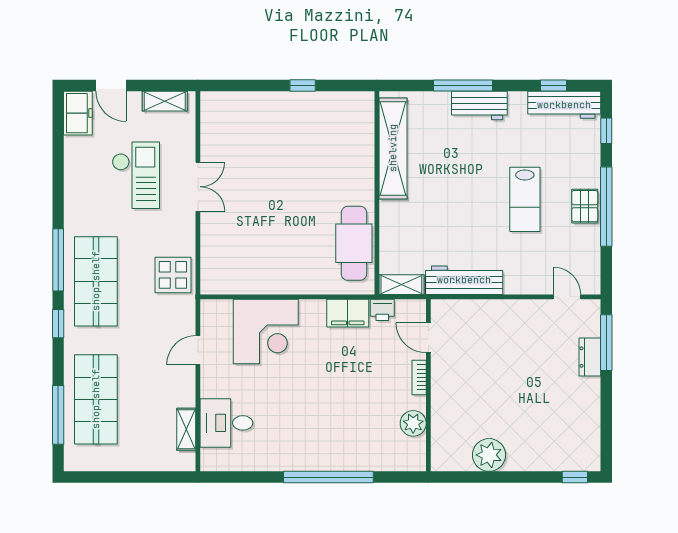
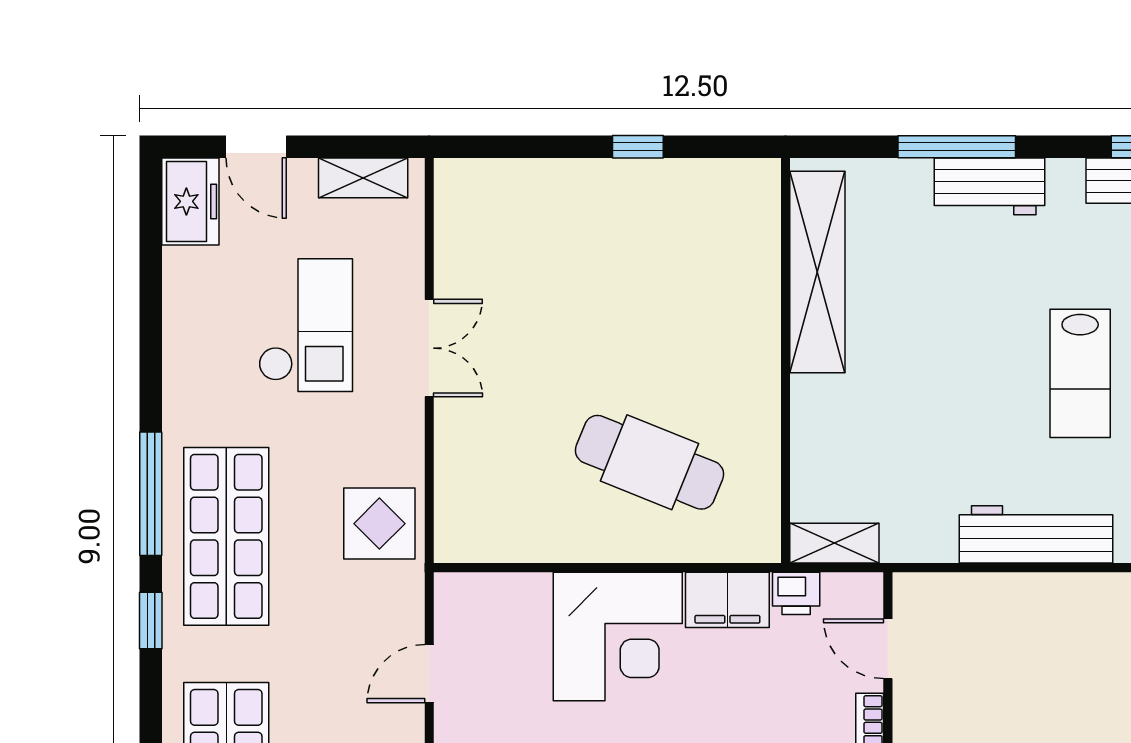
cafe table: (354, 243) -> (649, 462), moved, turned -68
workbench: (464, 280) -> (1036, 534), moved
corner desk: (266, 332) -> (618, 636), moved

